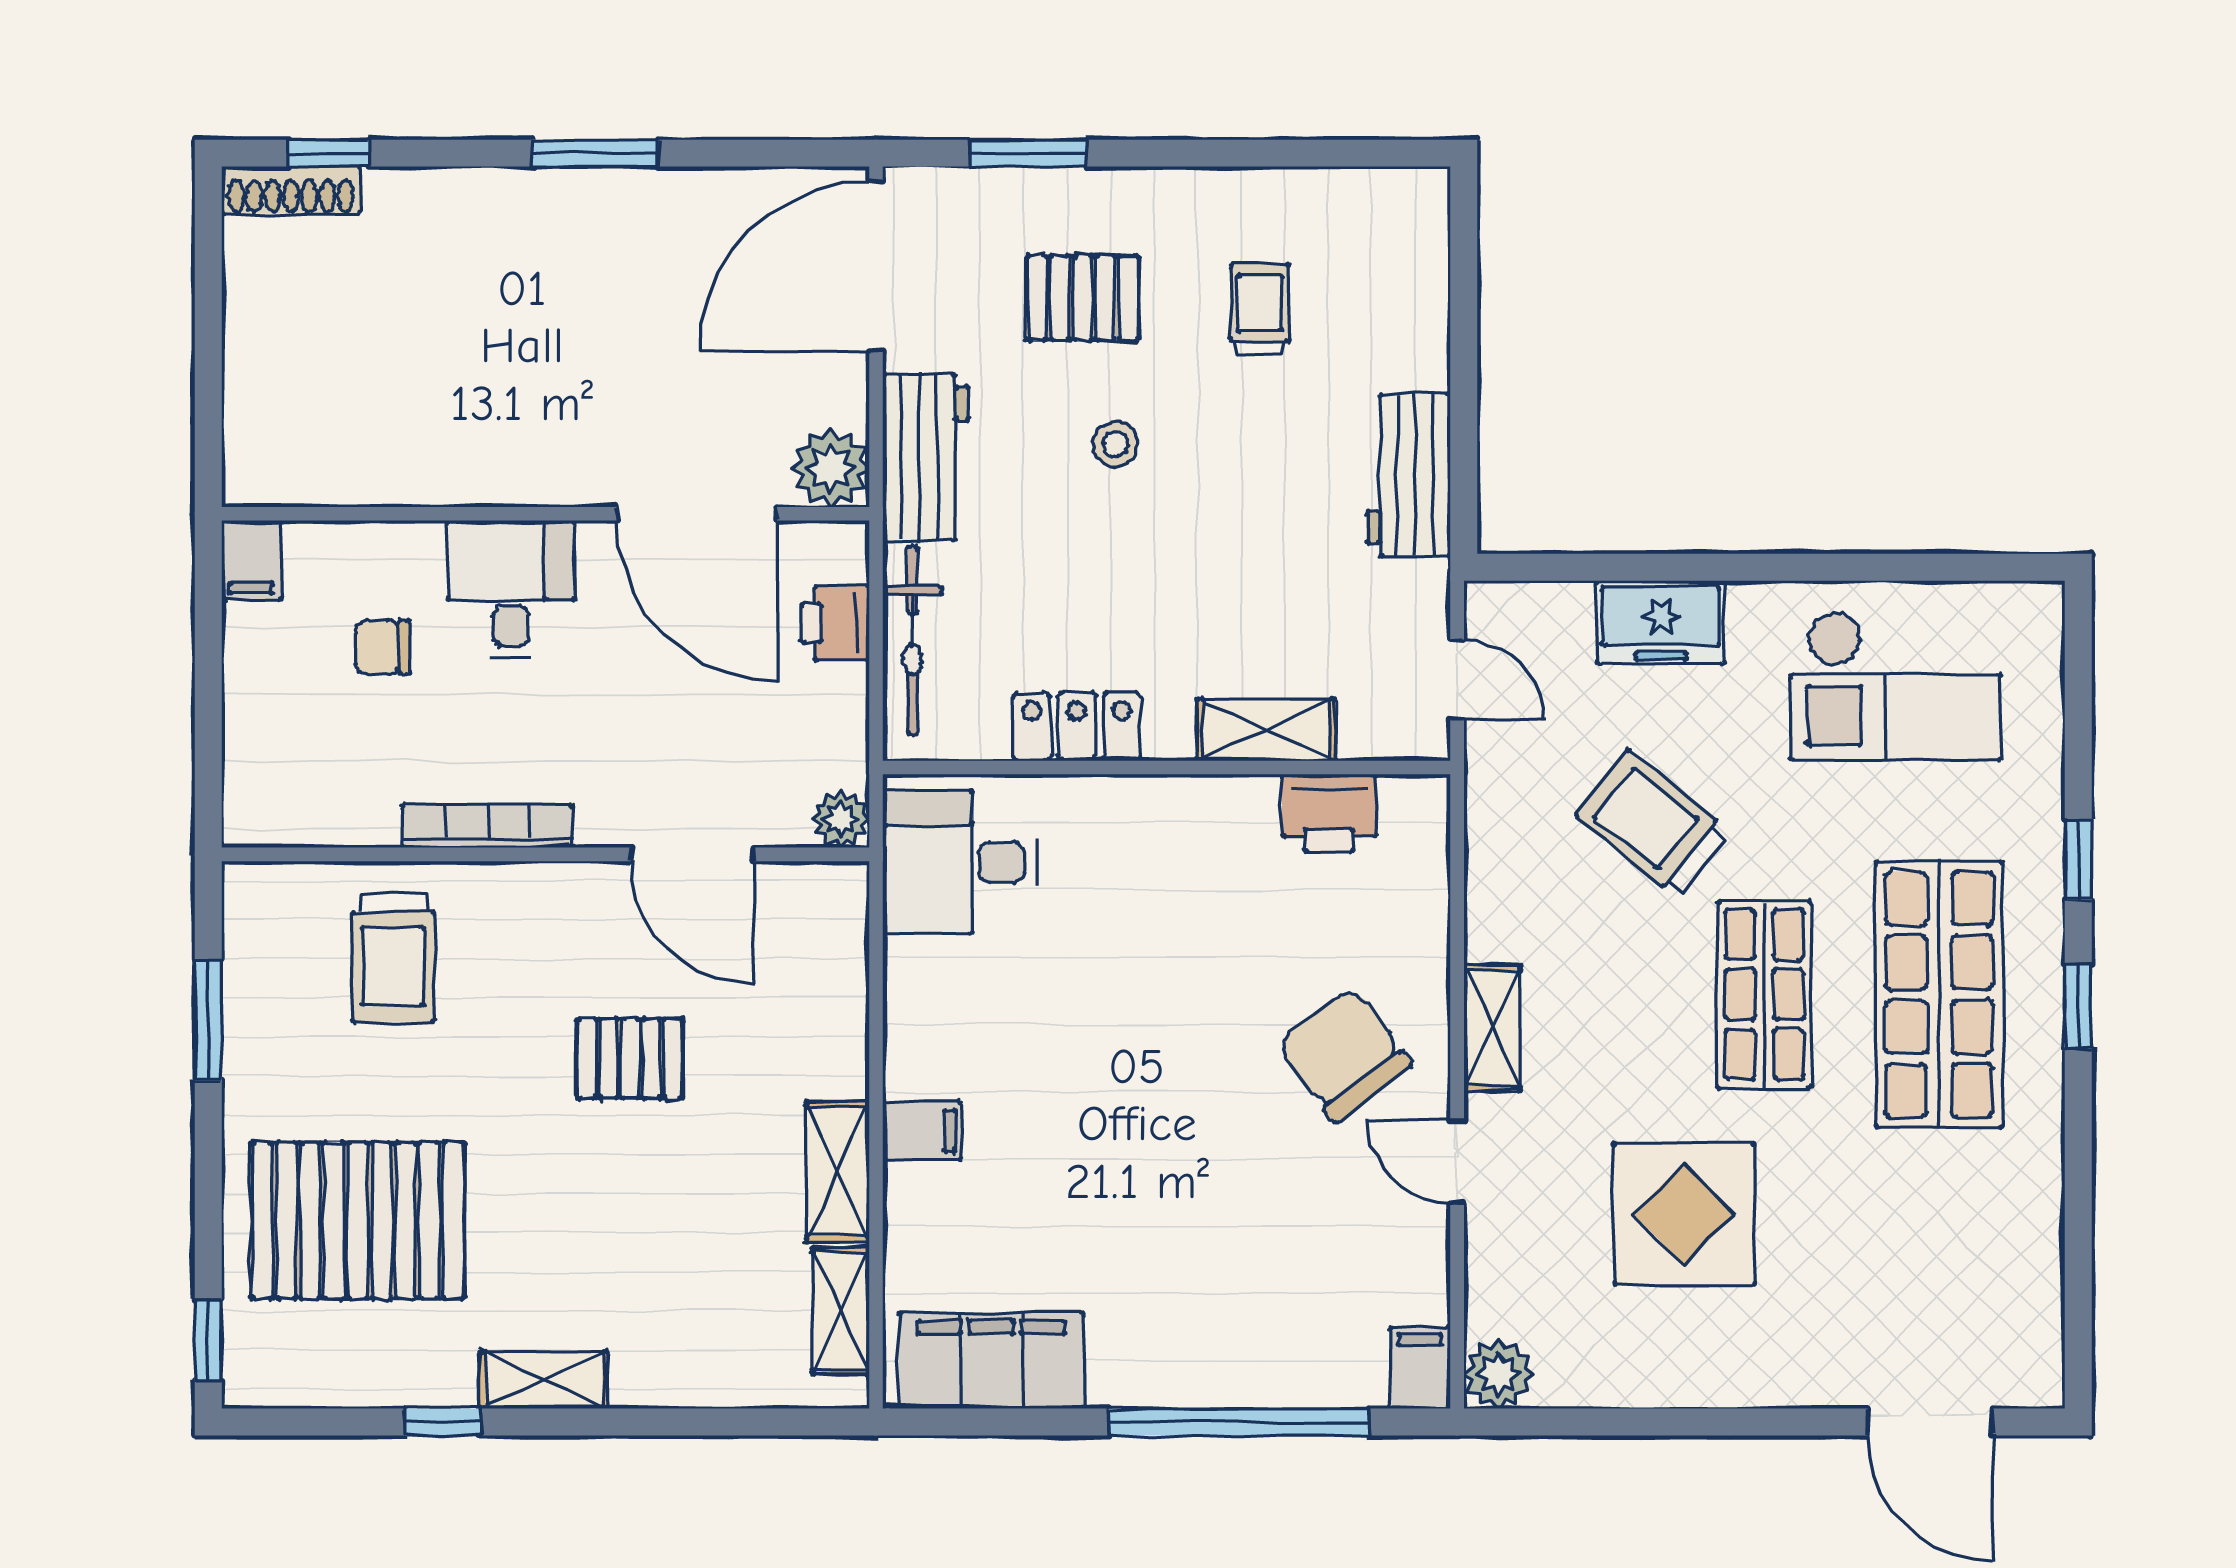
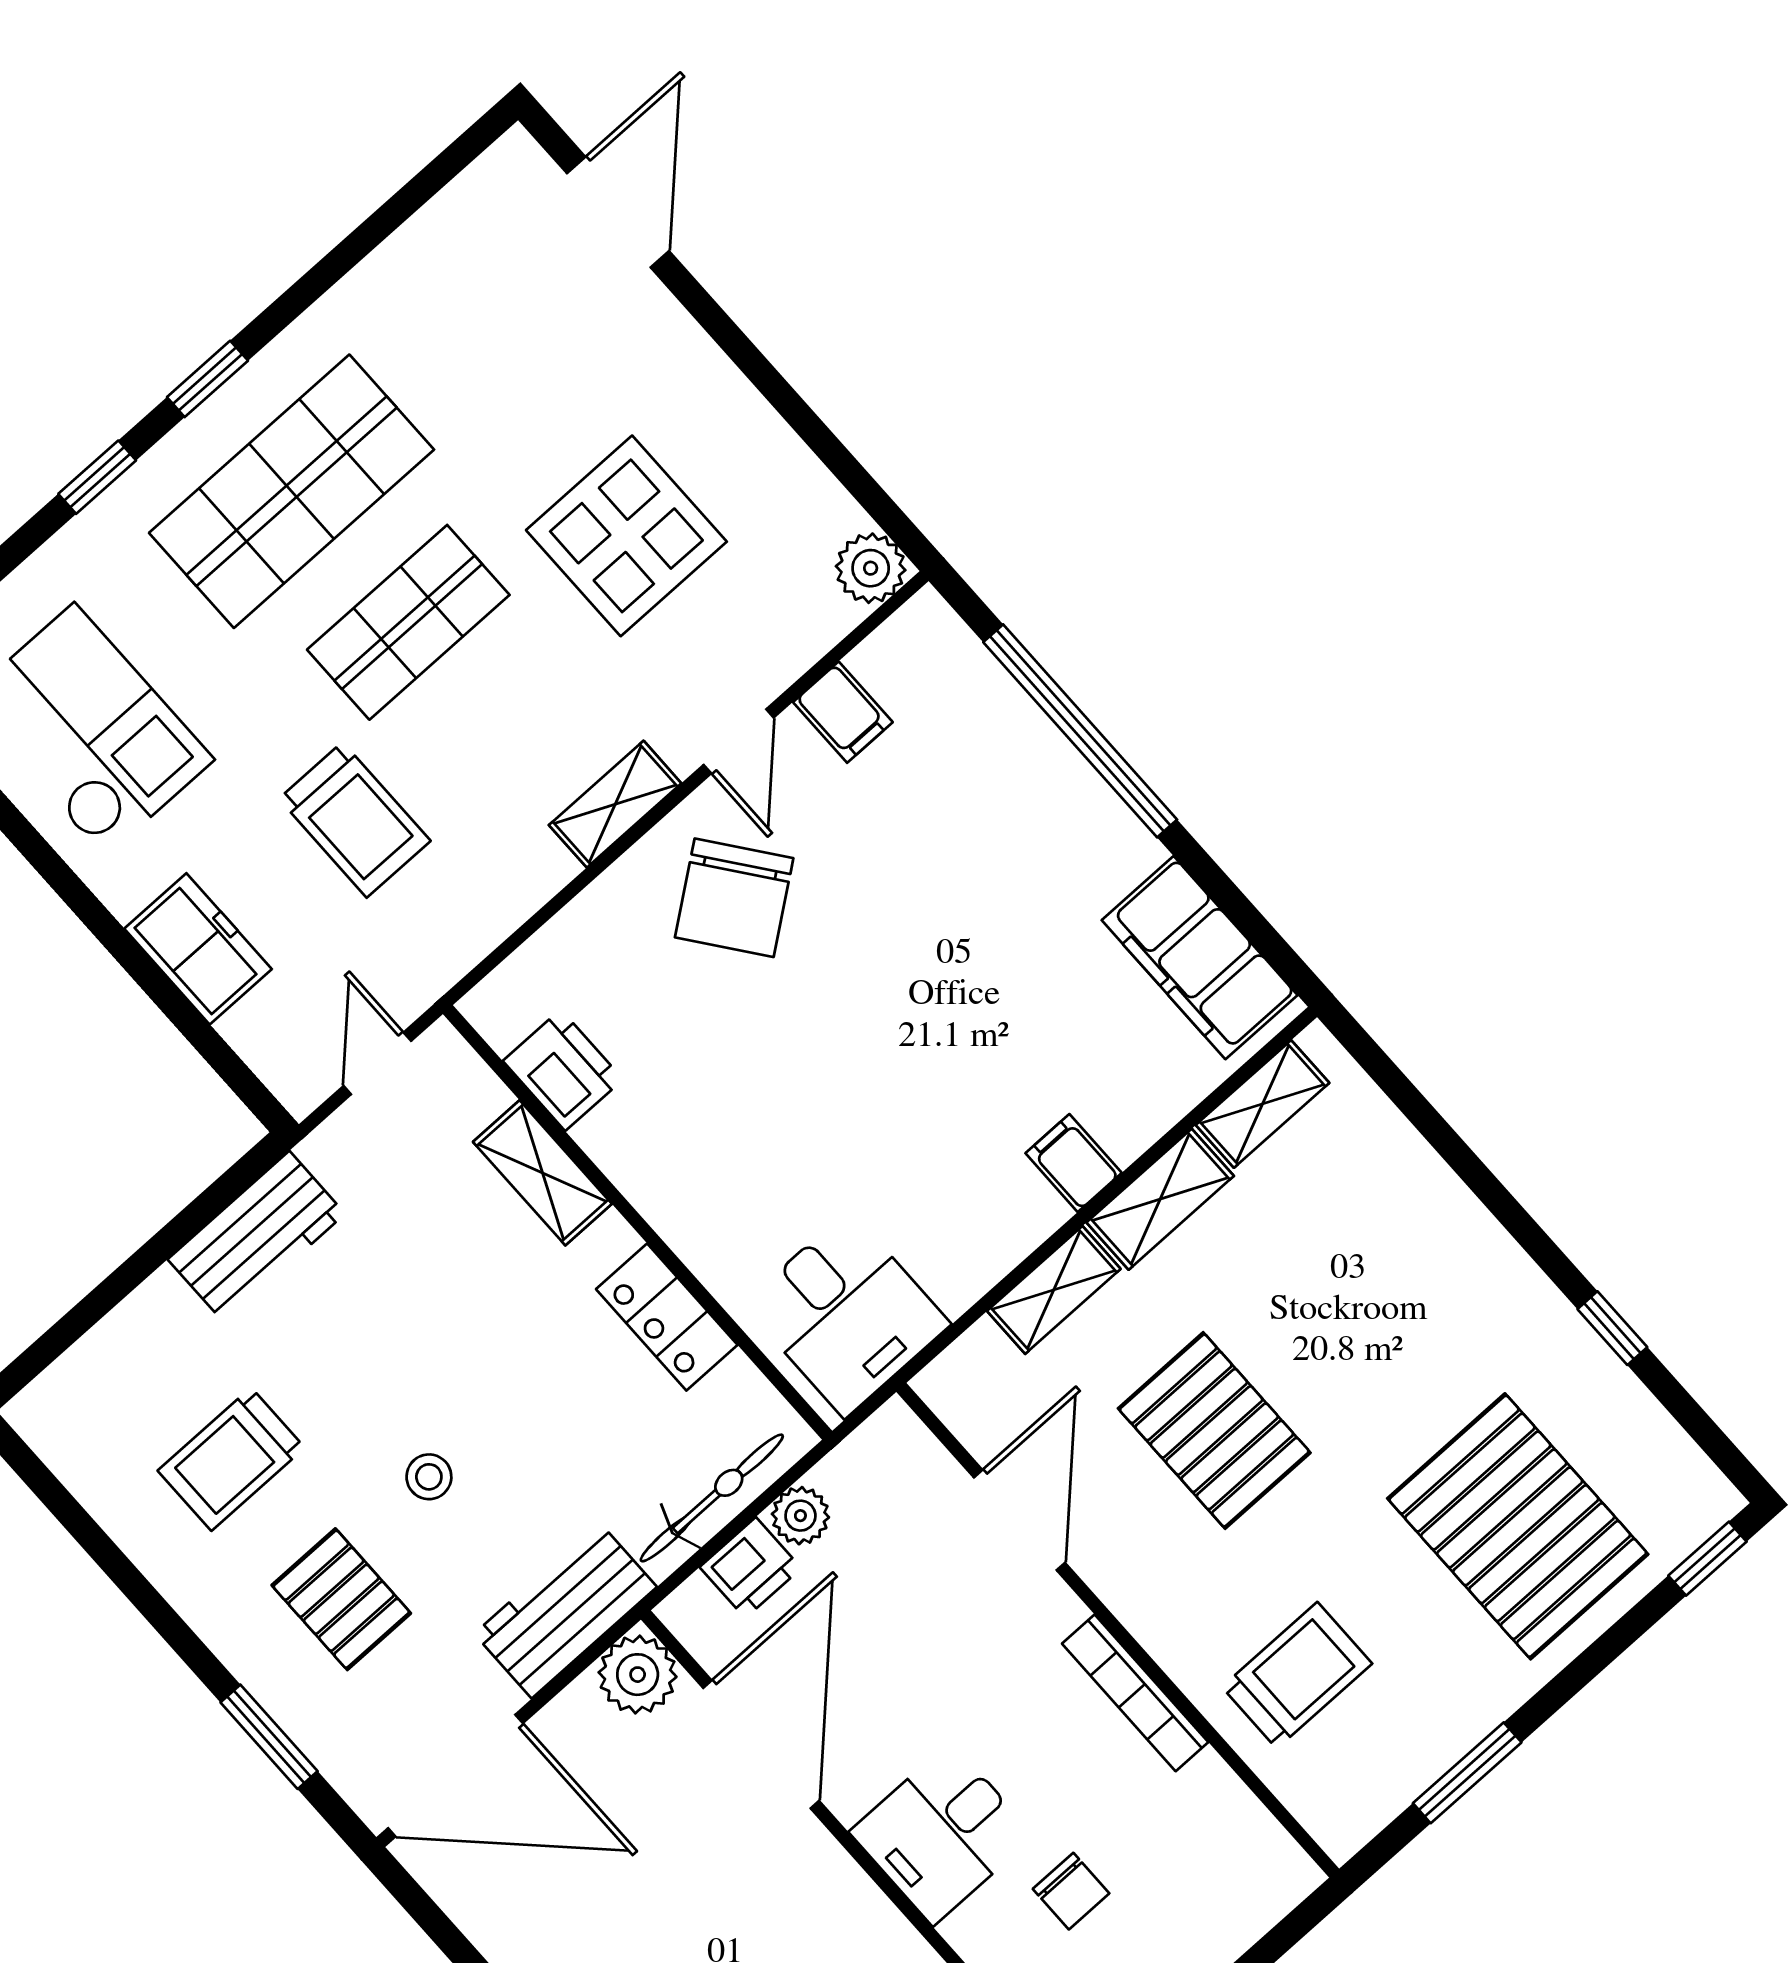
trolley: (1260, 309) -> (231, 1459), width x1.36, depth x1.39
plant: (841, 819) -> (800, 1516), moved
trolley: (1653, 824) -> (355, 820), turned -39
pallet: (630, 1058) -> (1214, 1431), width x1.50, depth x1.42
filing cabinet: (1420, 1368) -> (843, 712), moved, turned -90
shelving: (544, 1380) -> (1054, 1290), moved, turned 90

